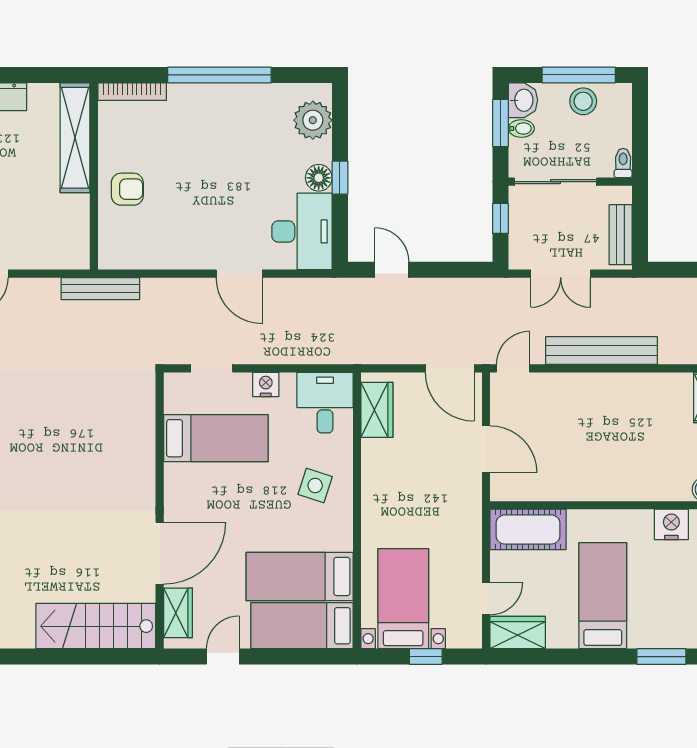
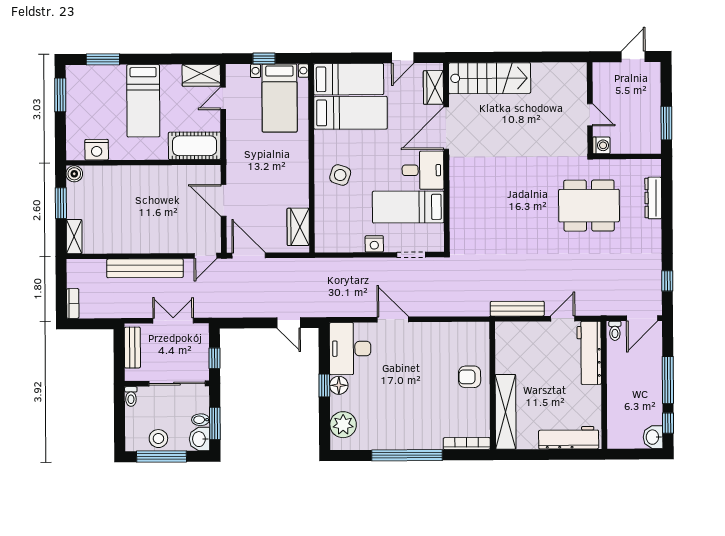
bench: (100, 289) -> (517, 309), moved
desk: (325, 403) -> (423, 170), moved, turned -90

